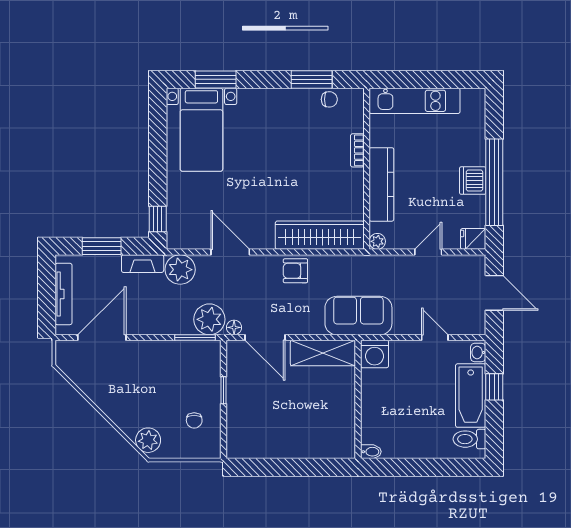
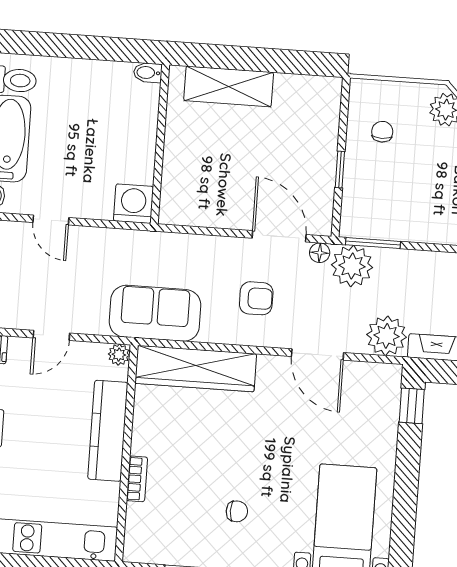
chair: (329, 99) -> (237, 511), moved, turned 180
armchair: (295, 271) -> (256, 298), moved
sofa: (358, 316) -> (155, 313), moved, turned 180
shelving: (323, 353) -> (229, 86), moved

